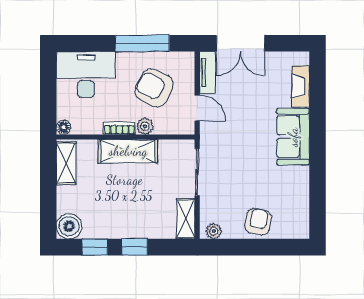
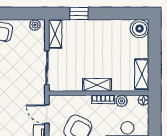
plant: (145, 126) -> (122, 101), moved
shelving: (128, 151) -> (97, 85), width x0.67, depth x0.75
window: (95, 247) -> (121, 13), removed
window: (135, 247) -> (79, 13), moved

